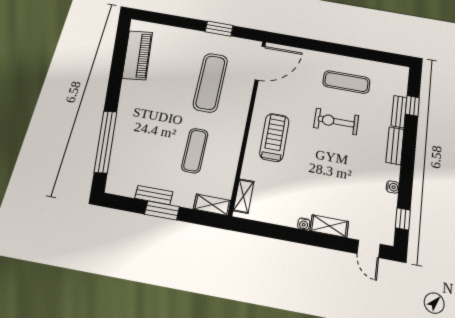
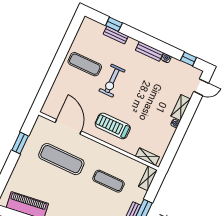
door: (260, 63) -> (68, 127), moved
exercise mat: (346, 82) -> (85, 64), turned 90
bench: (395, 146) -> (149, 51), moved

